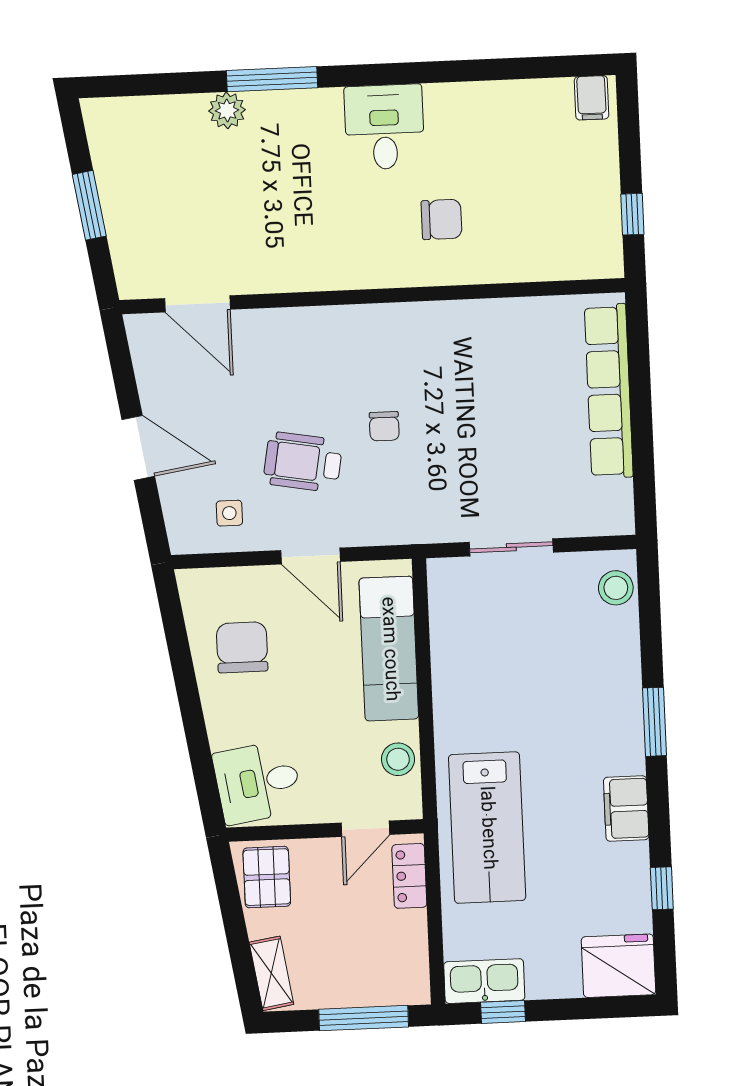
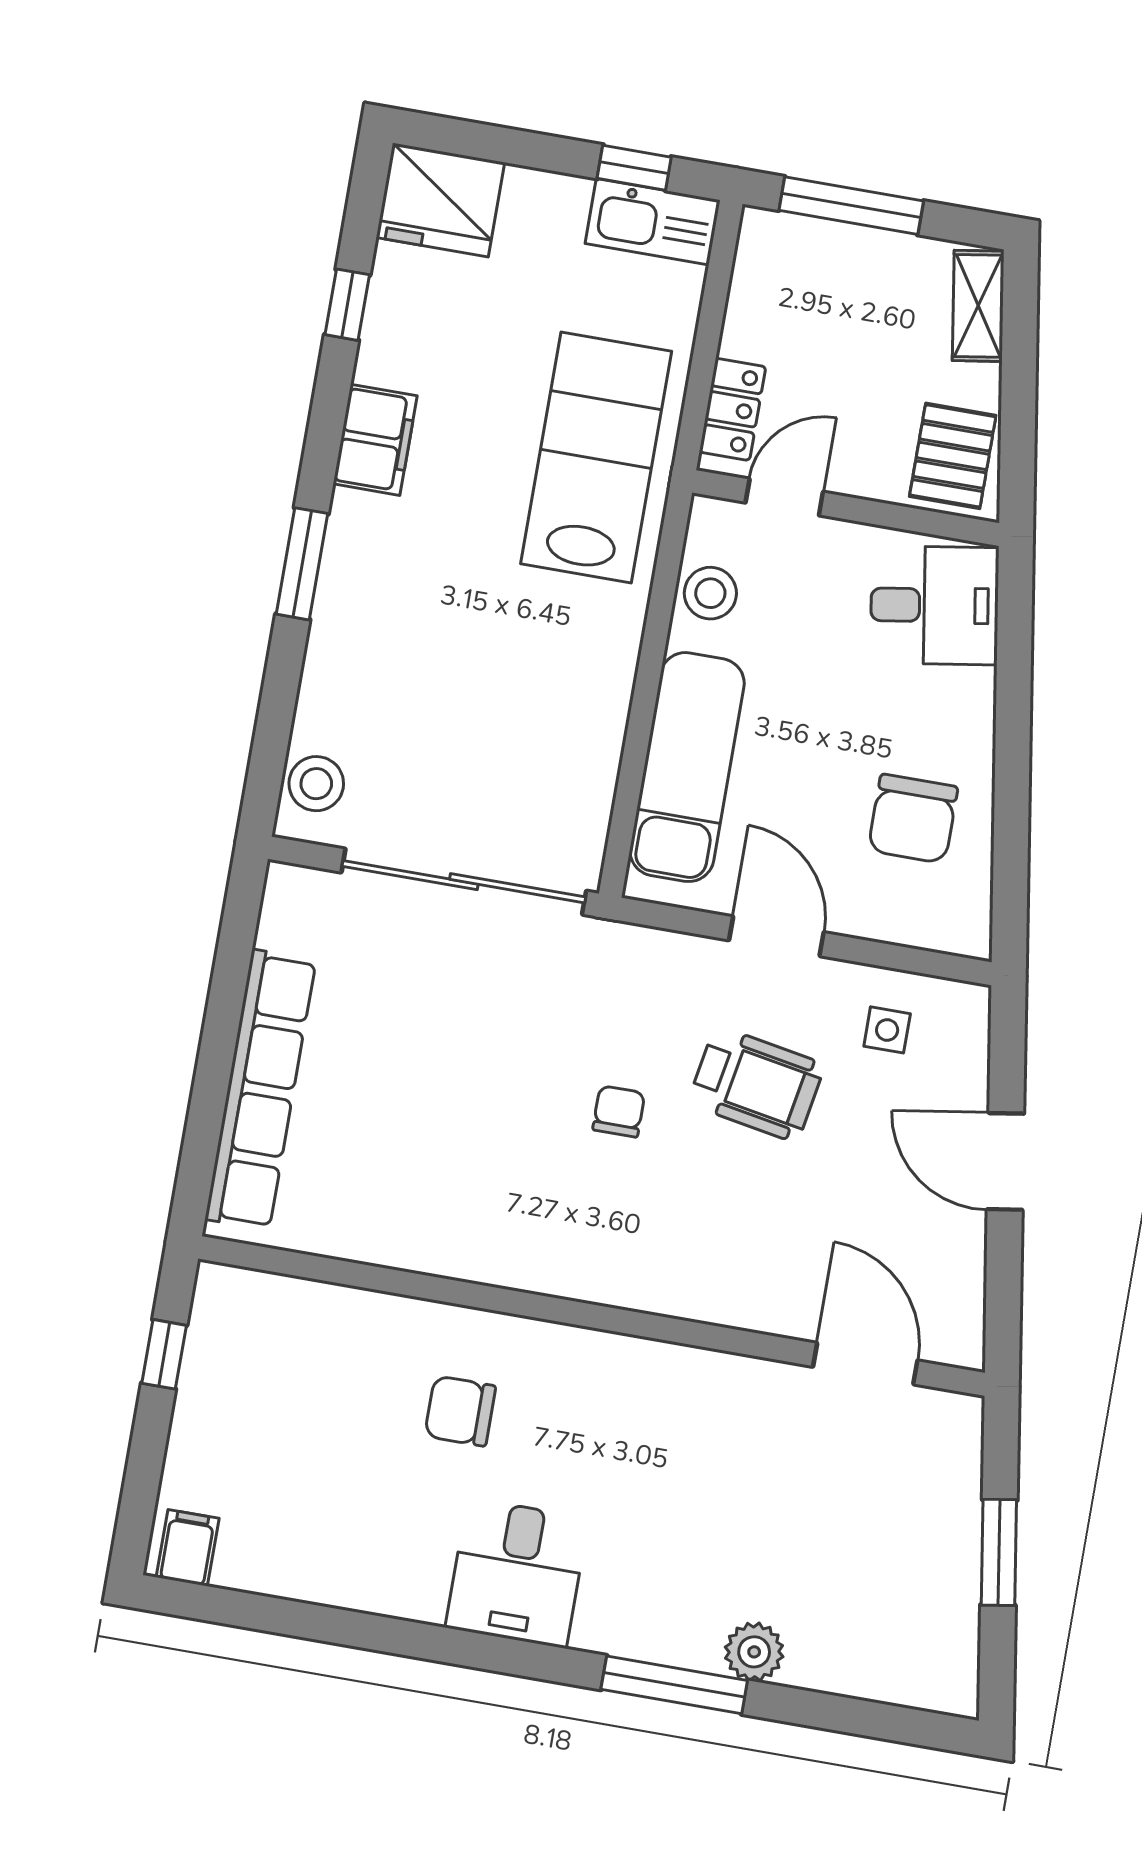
sliding door: (511, 547) -> (464, 882), width x1.86

